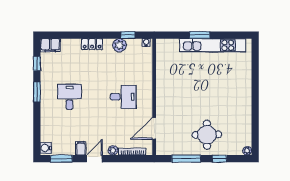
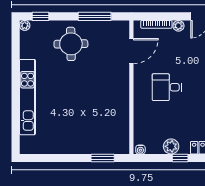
window: (128, 35) -> (180, 158), moved
window: (200, 35) -> (103, 158), moved
kitchen unit: (213, 45) -> (27, 97), moved, turned 90
window: (219, 159) -> (41, 16), moved

